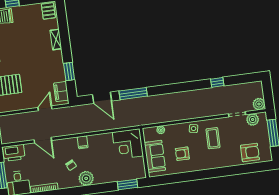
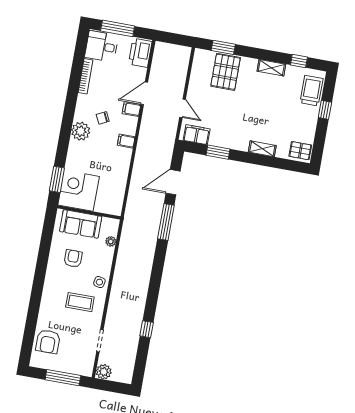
plant: (253, 120) -> (87, 358), removed
corner desk: (128, 144) -> (79, 191), moved
filing cabinet: (58, 146) -> (131, 109), added

